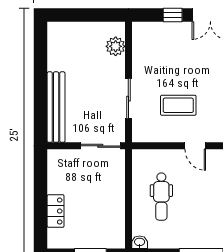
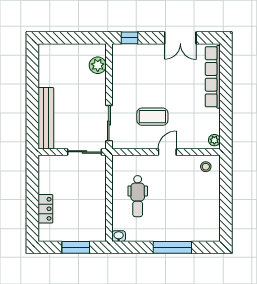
window: (173, 15) -> (130, 38), moved
sliding door: (128, 99) -> (109, 123), moved
door: (195, 146) -> (167, 152), swing flipped

